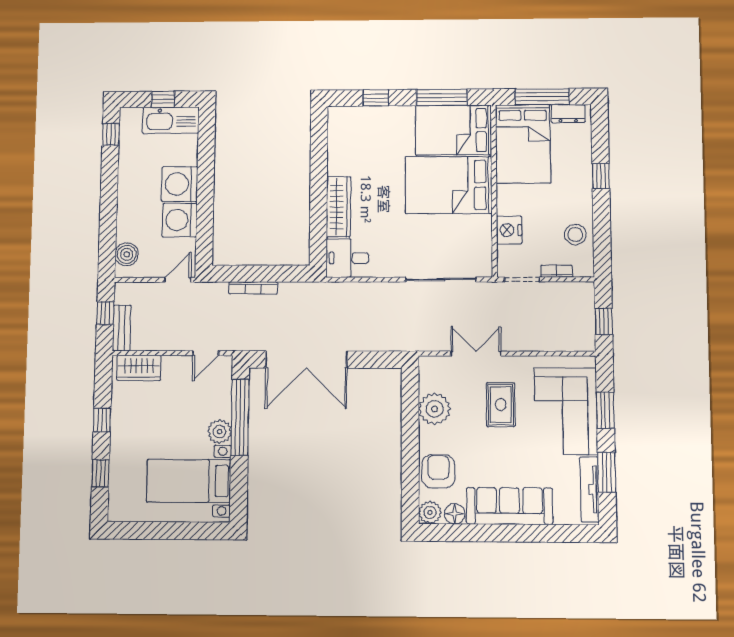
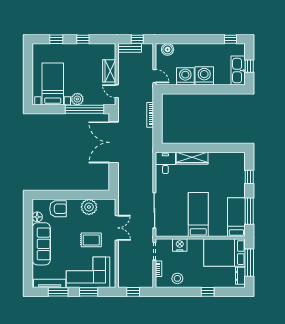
bed: (454, 130) -> (236, 217), width x0.67
bed: (449, 185) -> (198, 215), width x0.67
wardrobe: (139, 368) -> (109, 71), moved
plant: (430, 512) -> (38, 205), removed

